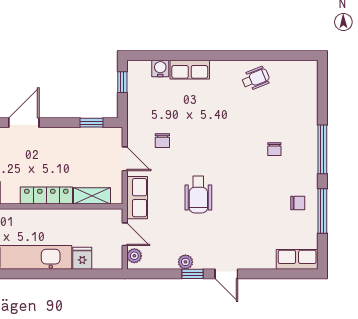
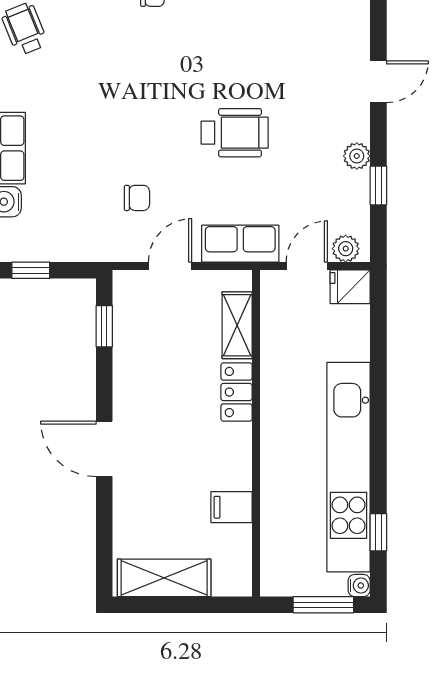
locker: (46, 196) -> (237, 392), width x0.66
fridge: (82, 258) -> (350, 287), moved
window: (193, 274) -> (378, 185), moved

